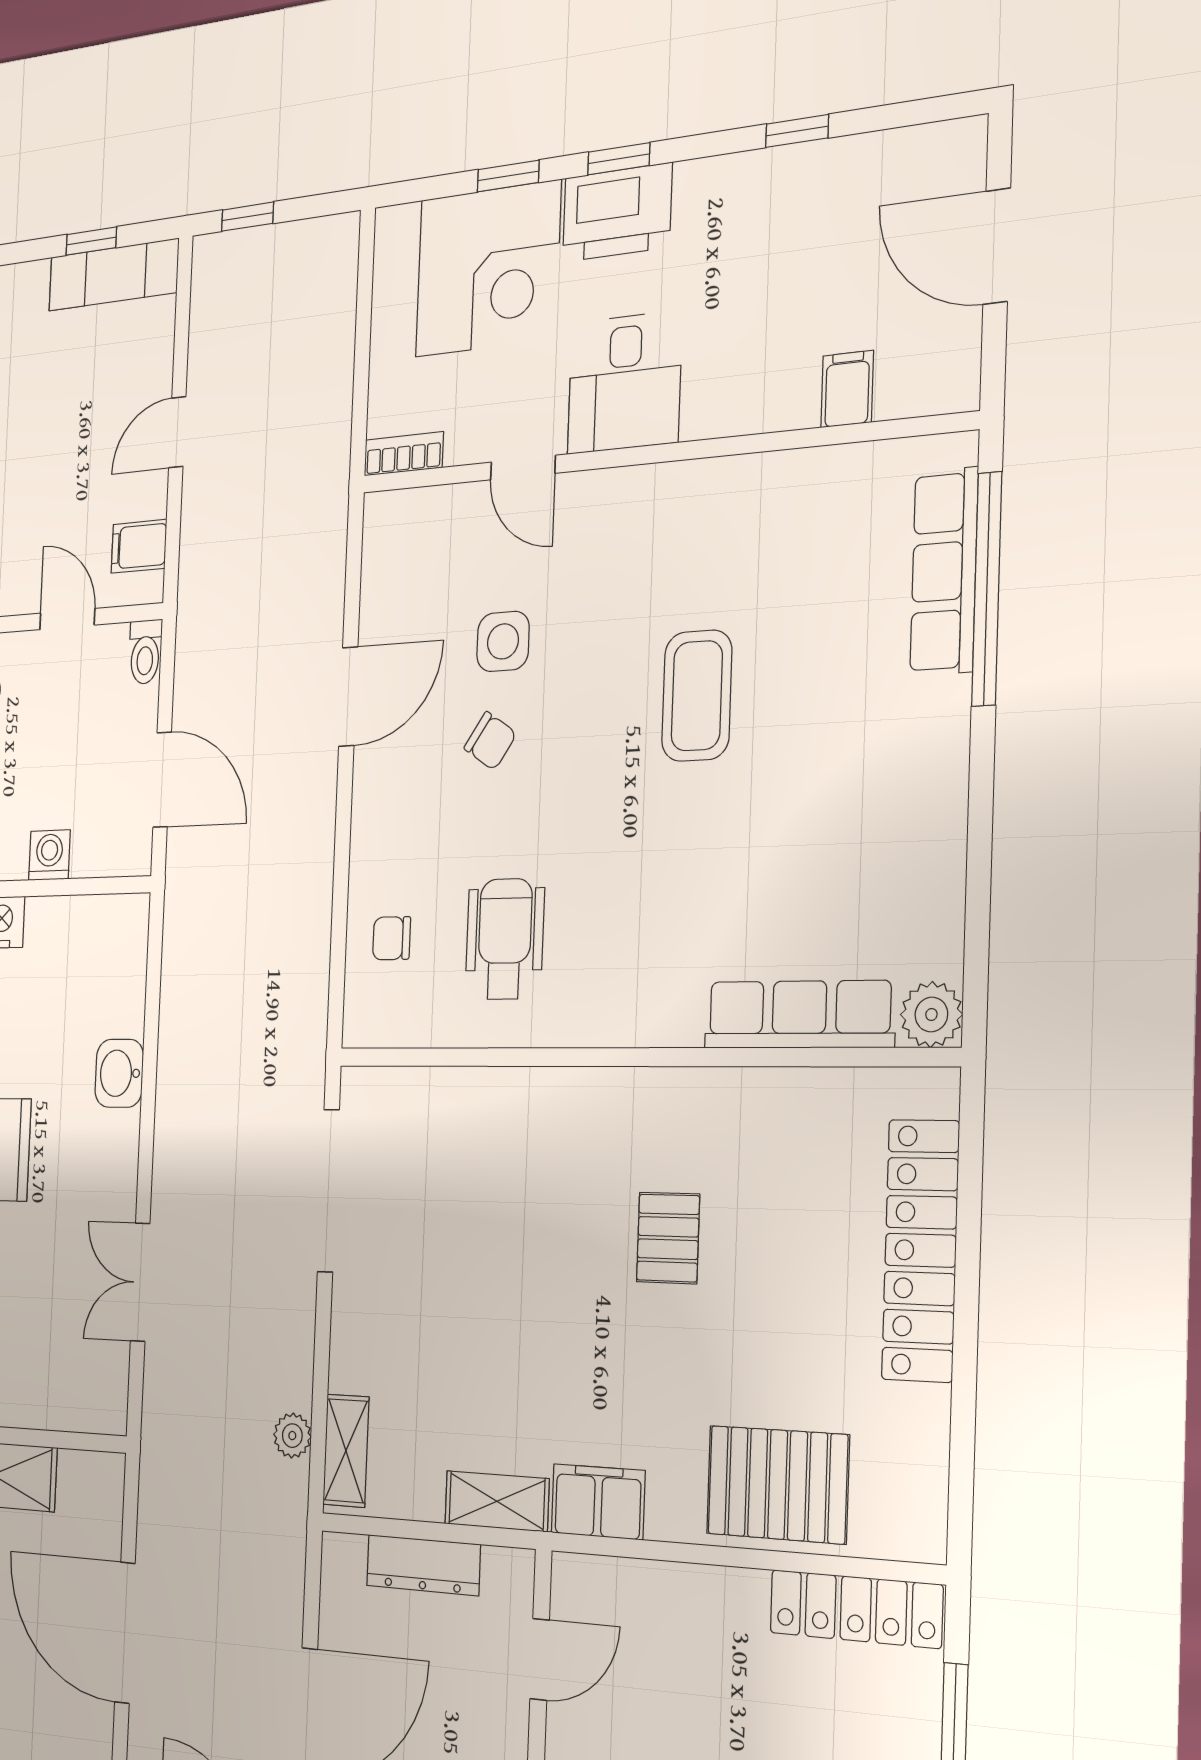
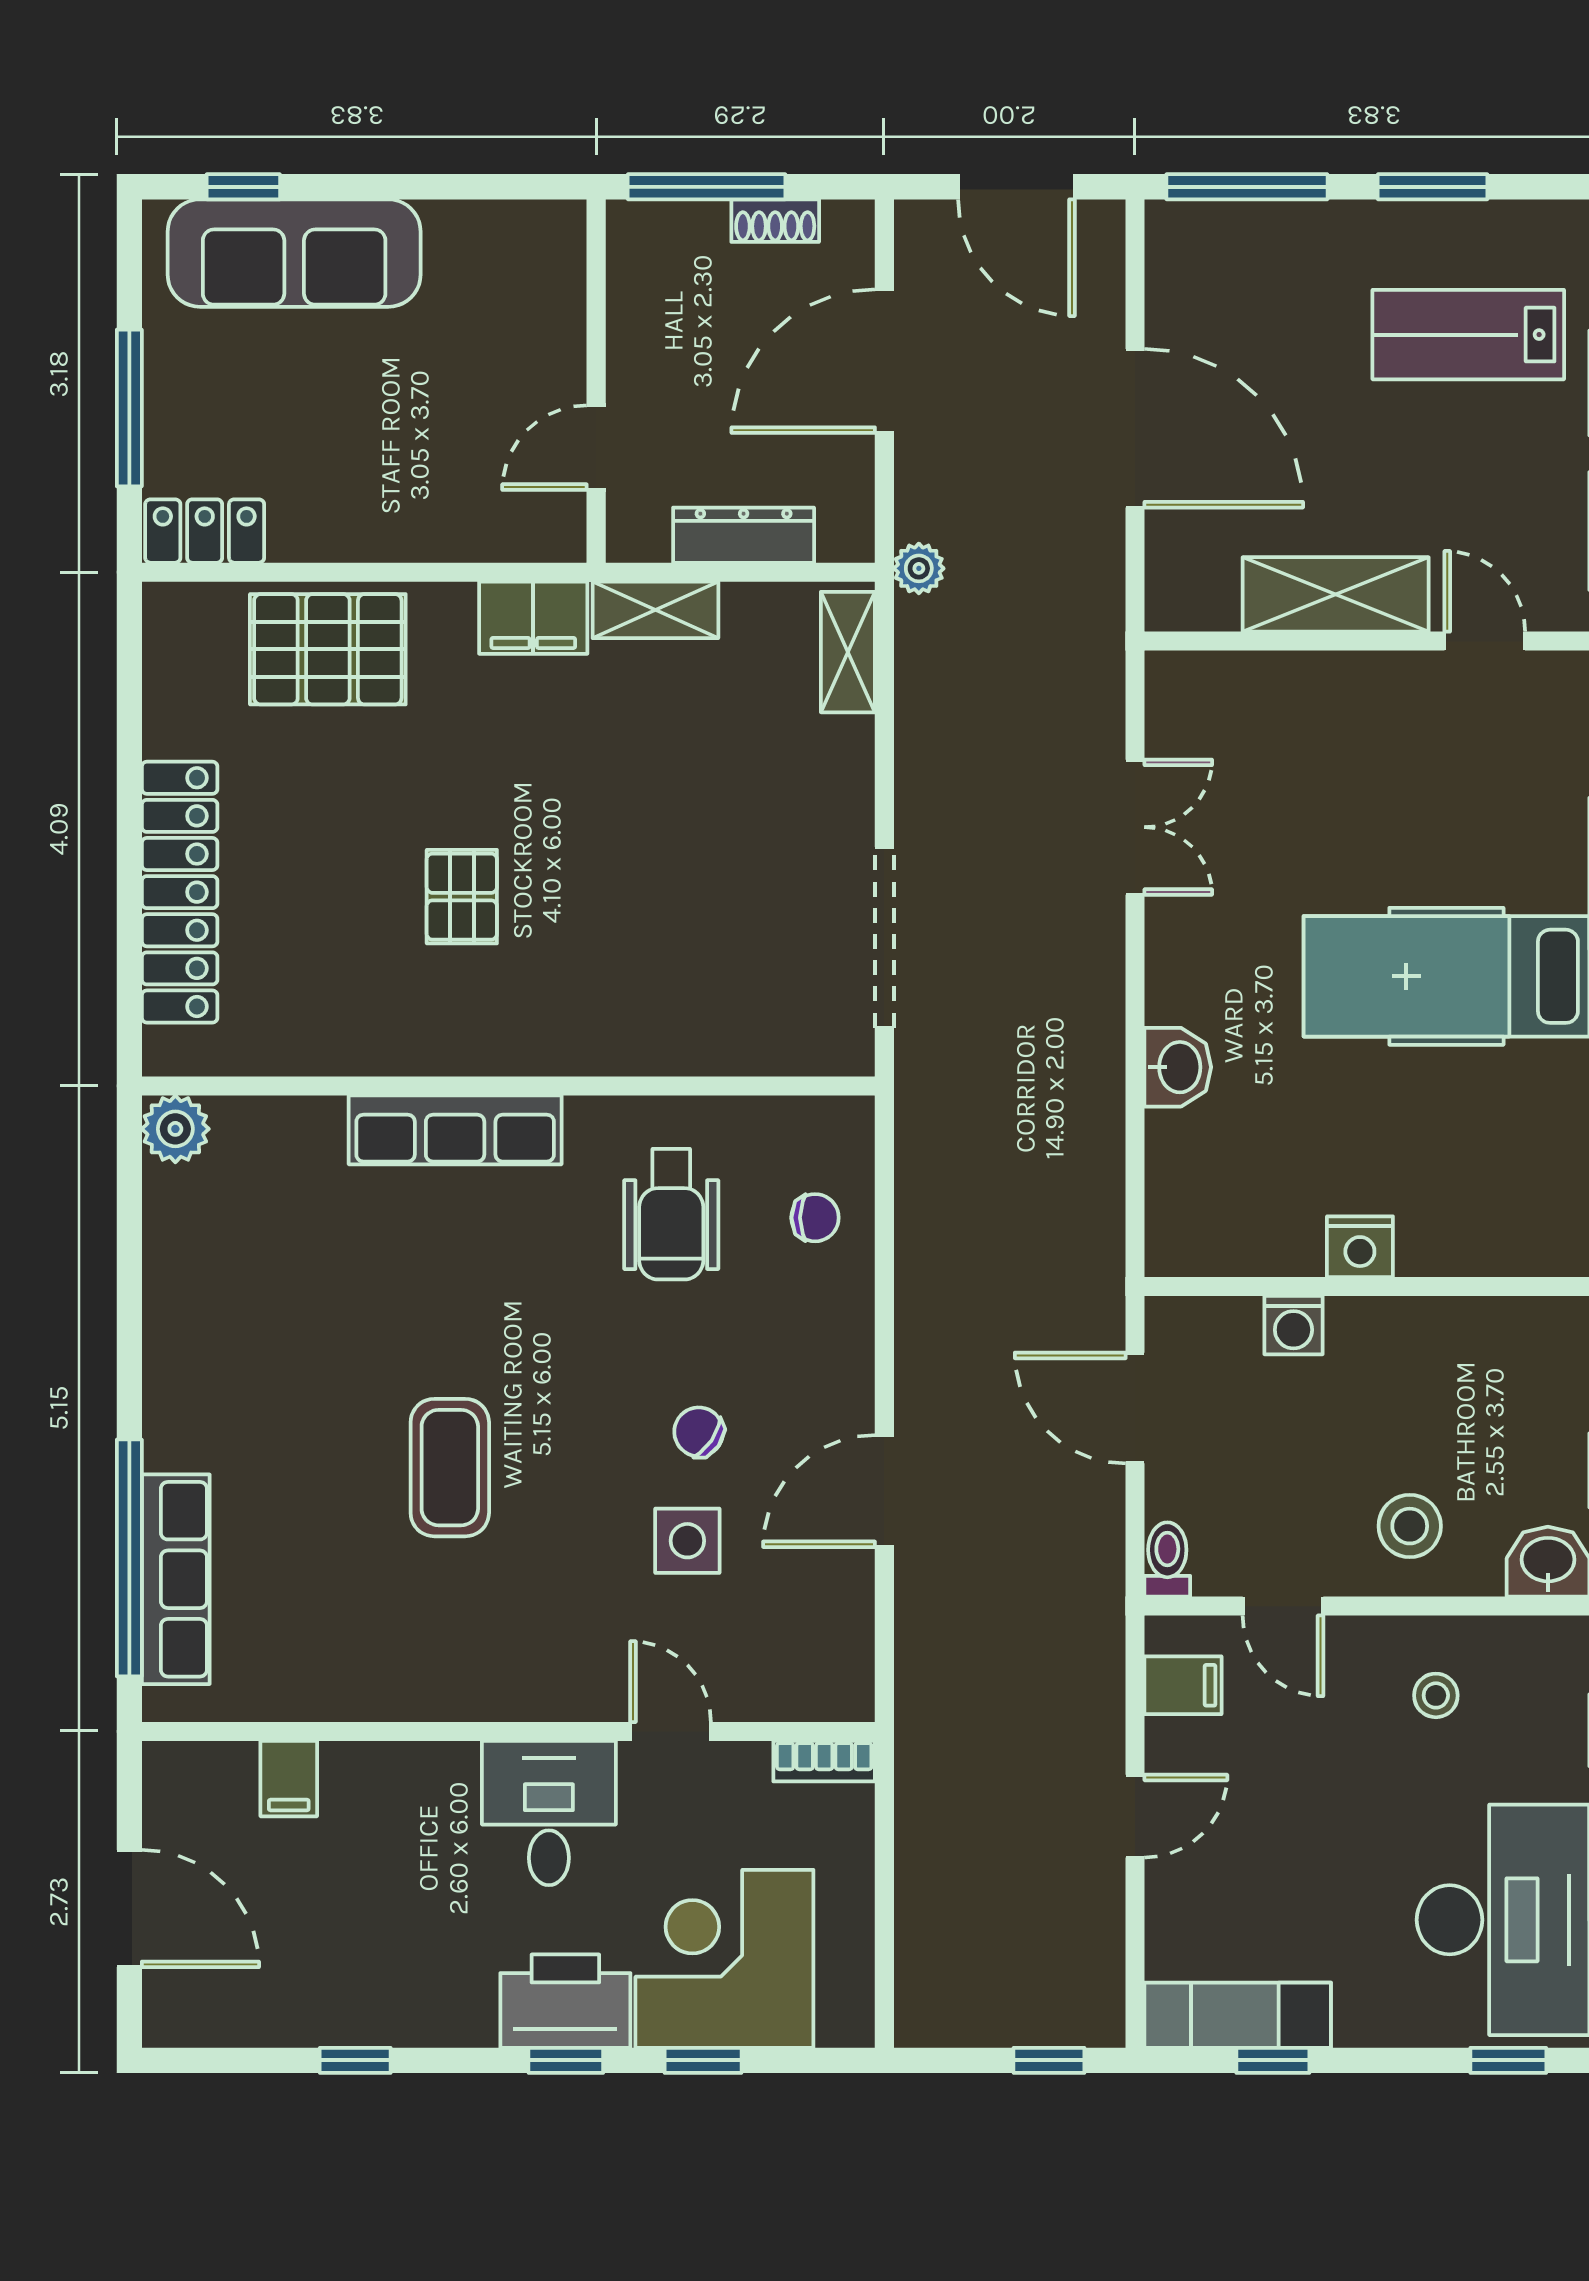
row of seats: (799, 1015) -> (455, 1130), moved
plant: (292, 1436) -> (919, 568), moved
locker: (856, 1609) -> (205, 531), width x0.66

